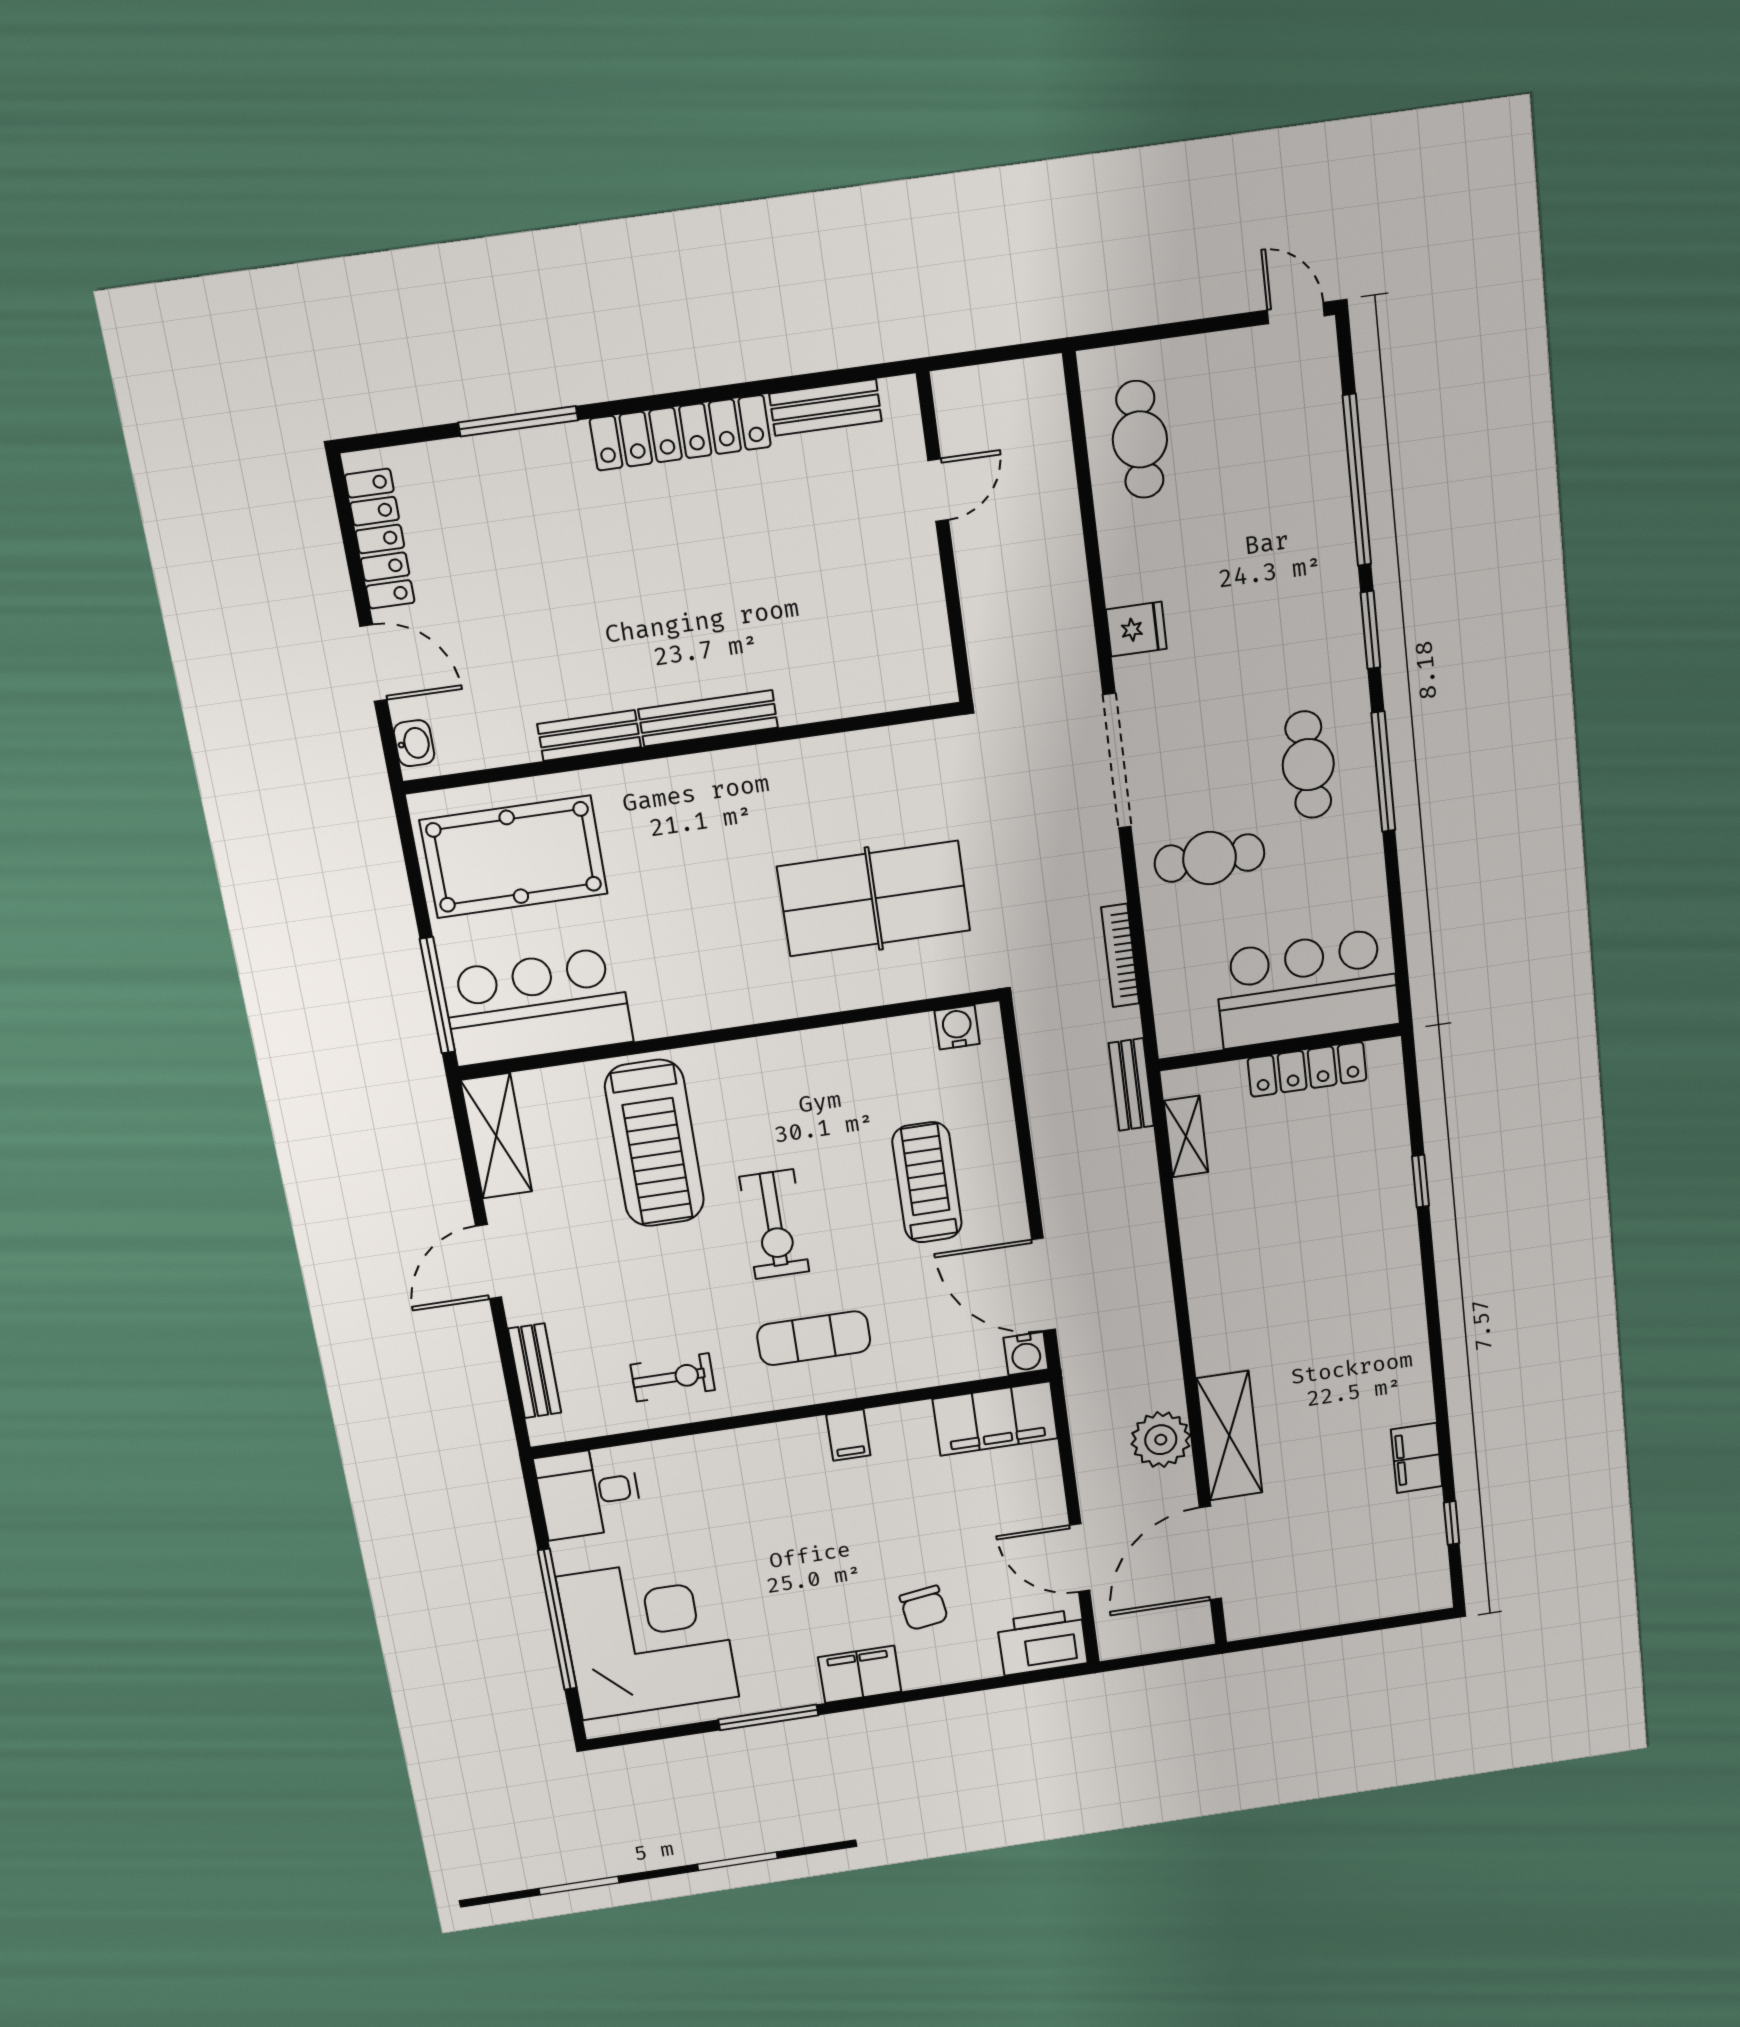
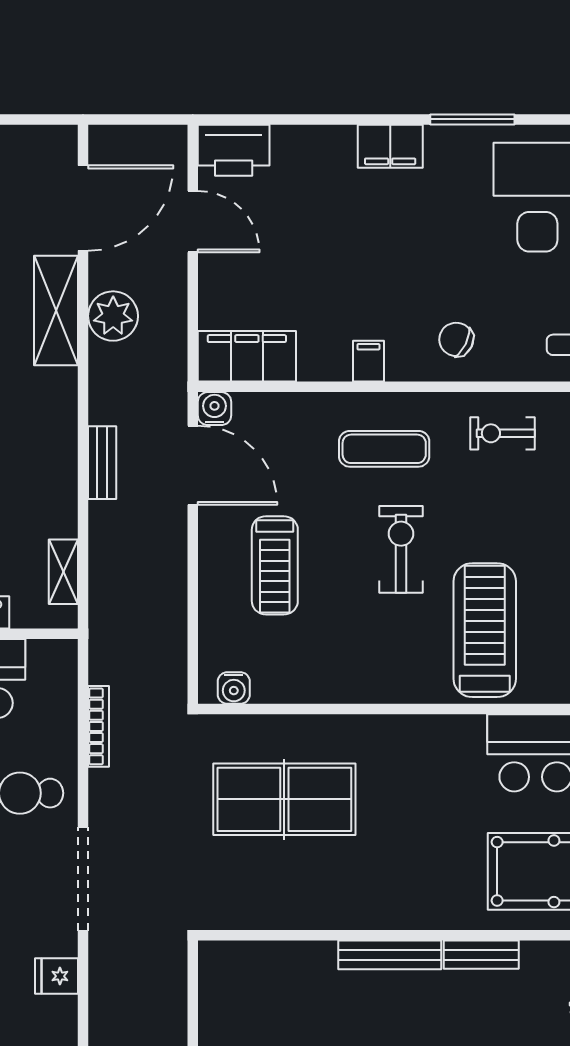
bench: (1131, 1085) -> (102, 463), moved
chair: (924, 1608) -> (456, 339), moved, turned -56

